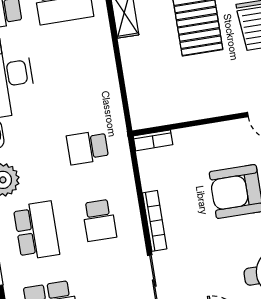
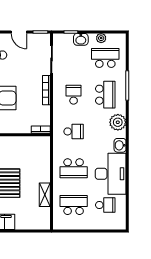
school desk: (76, 75) -> (74, 168), added
school desk: (36, 231) -> (105, 95), turned 180

